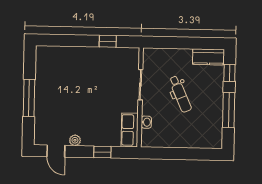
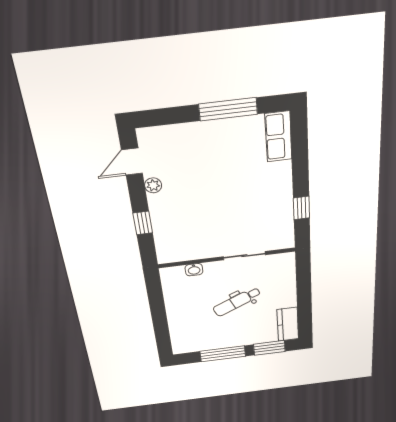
window: (229, 73) -> (269, 348), width x1.50
window: (29, 98) -> (228, 109), moved
row of seats: (130, 130) -> (278, 137), moved, turned -90

